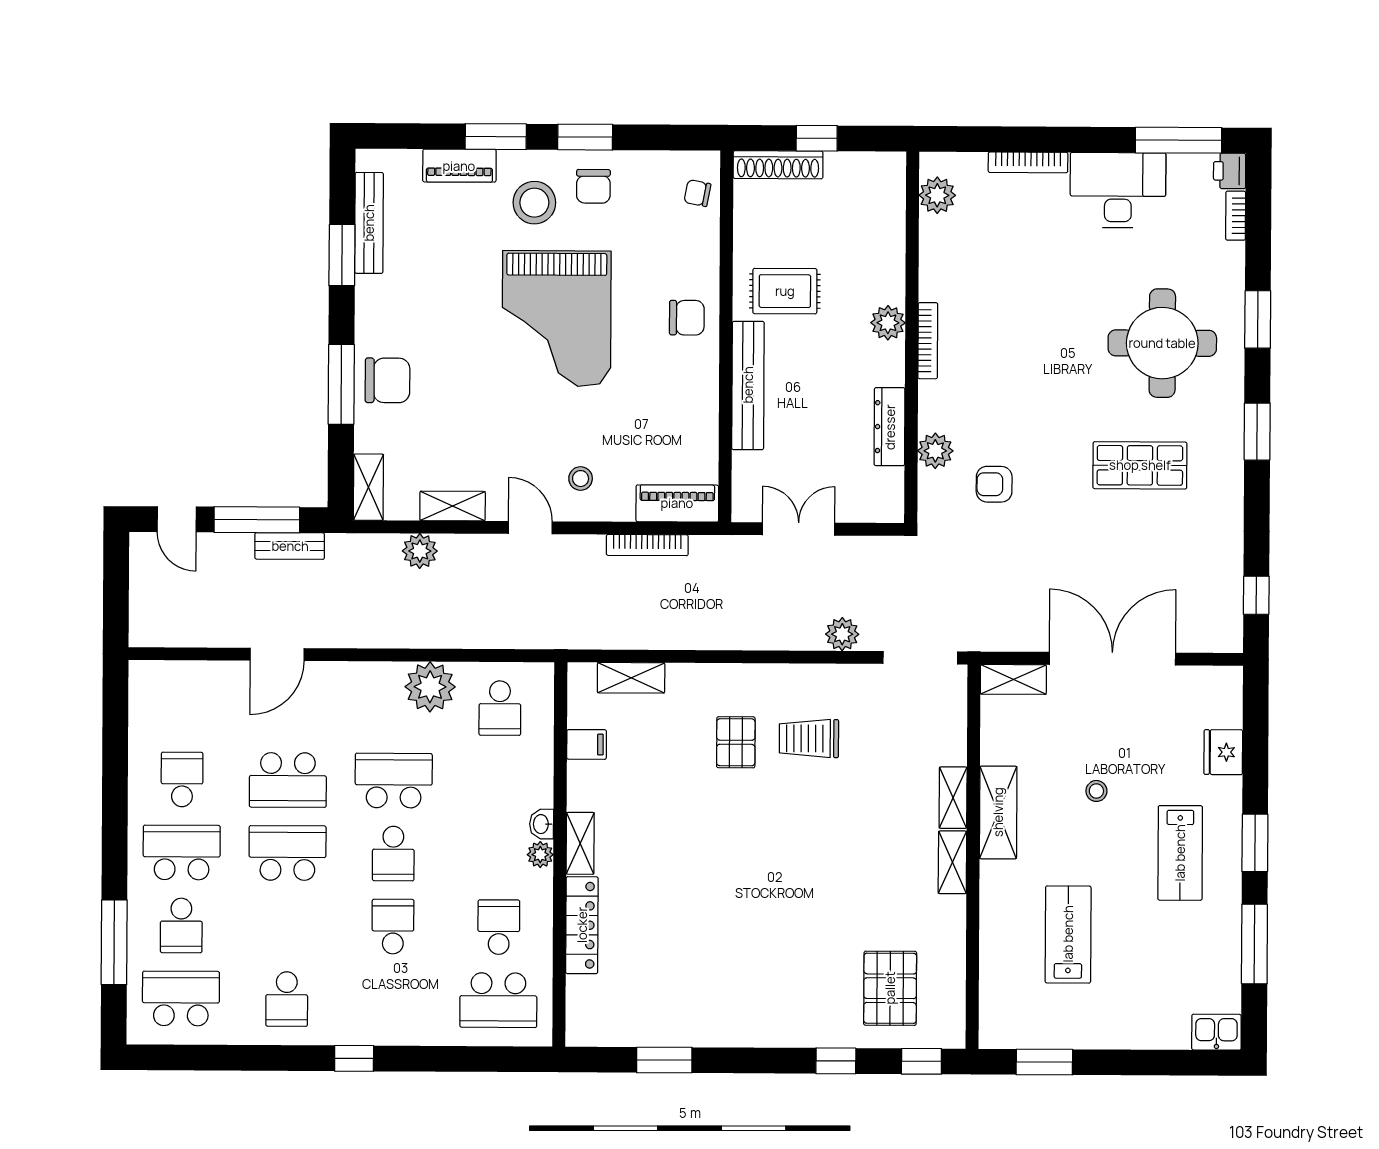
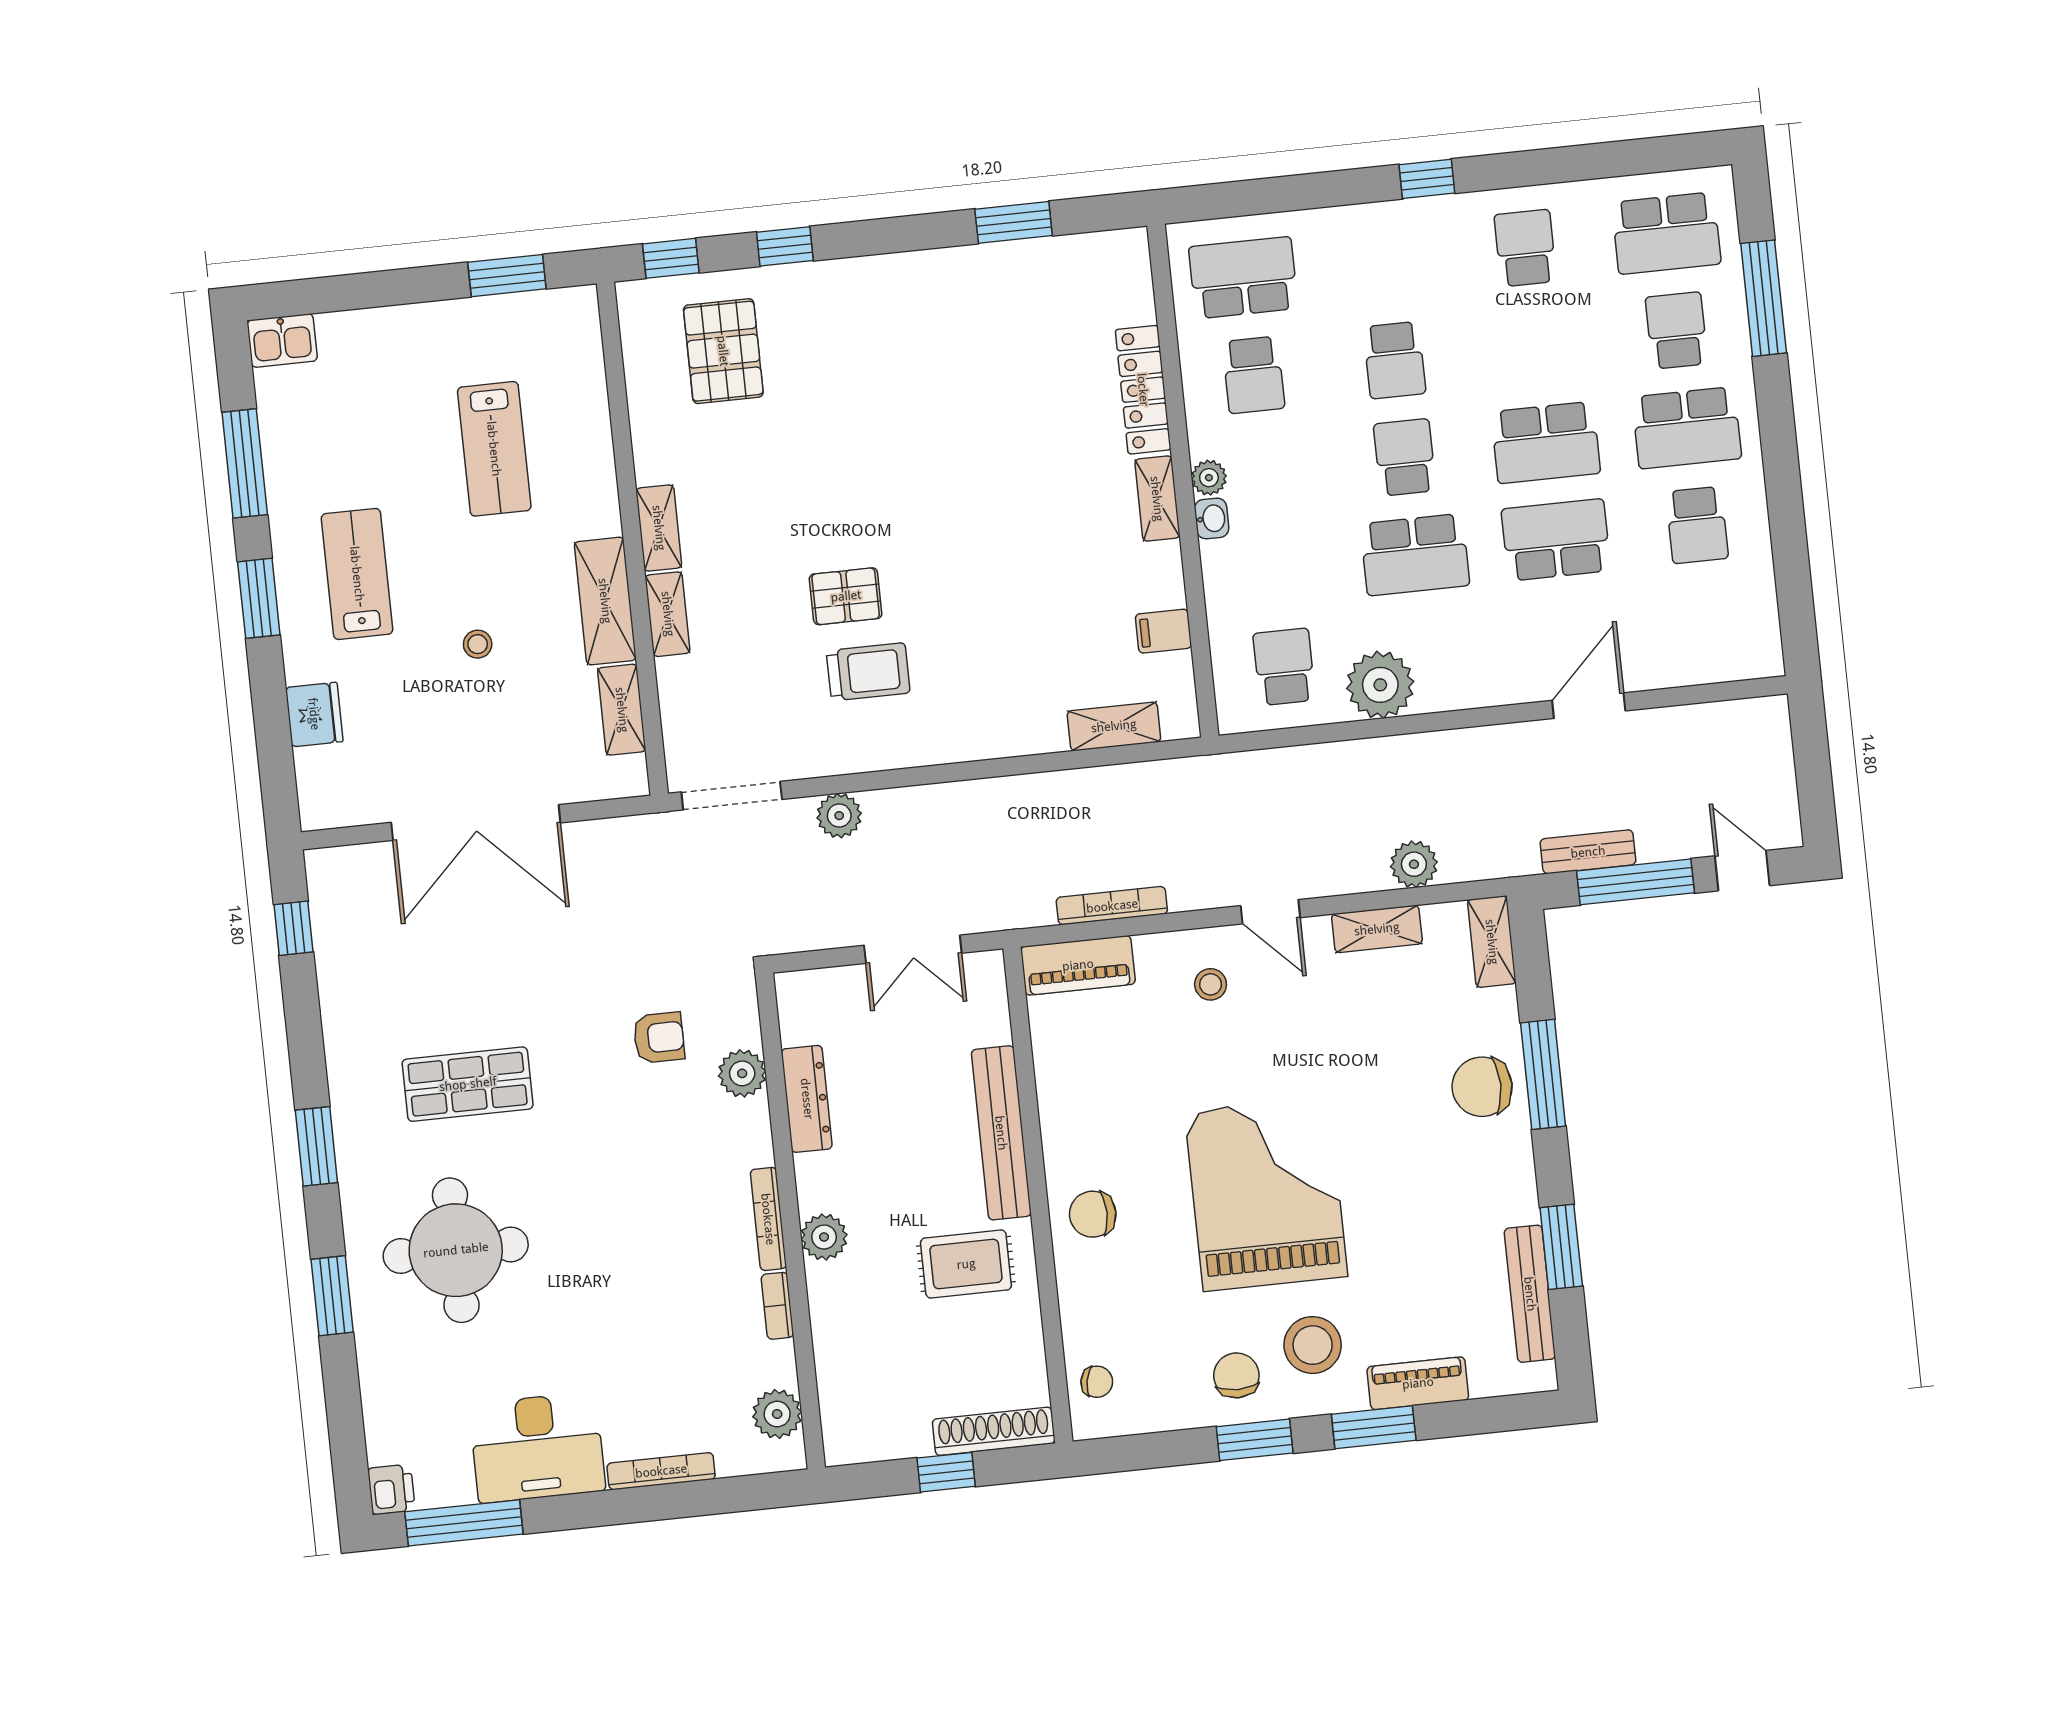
bookcase: (1236, 216) -> (777, 1306), moved, turned 180
shelving: (1013, 679) -> (622, 710), moved, turned 90
pallet: (736, 742) -> (846, 596), moved, turned 90

